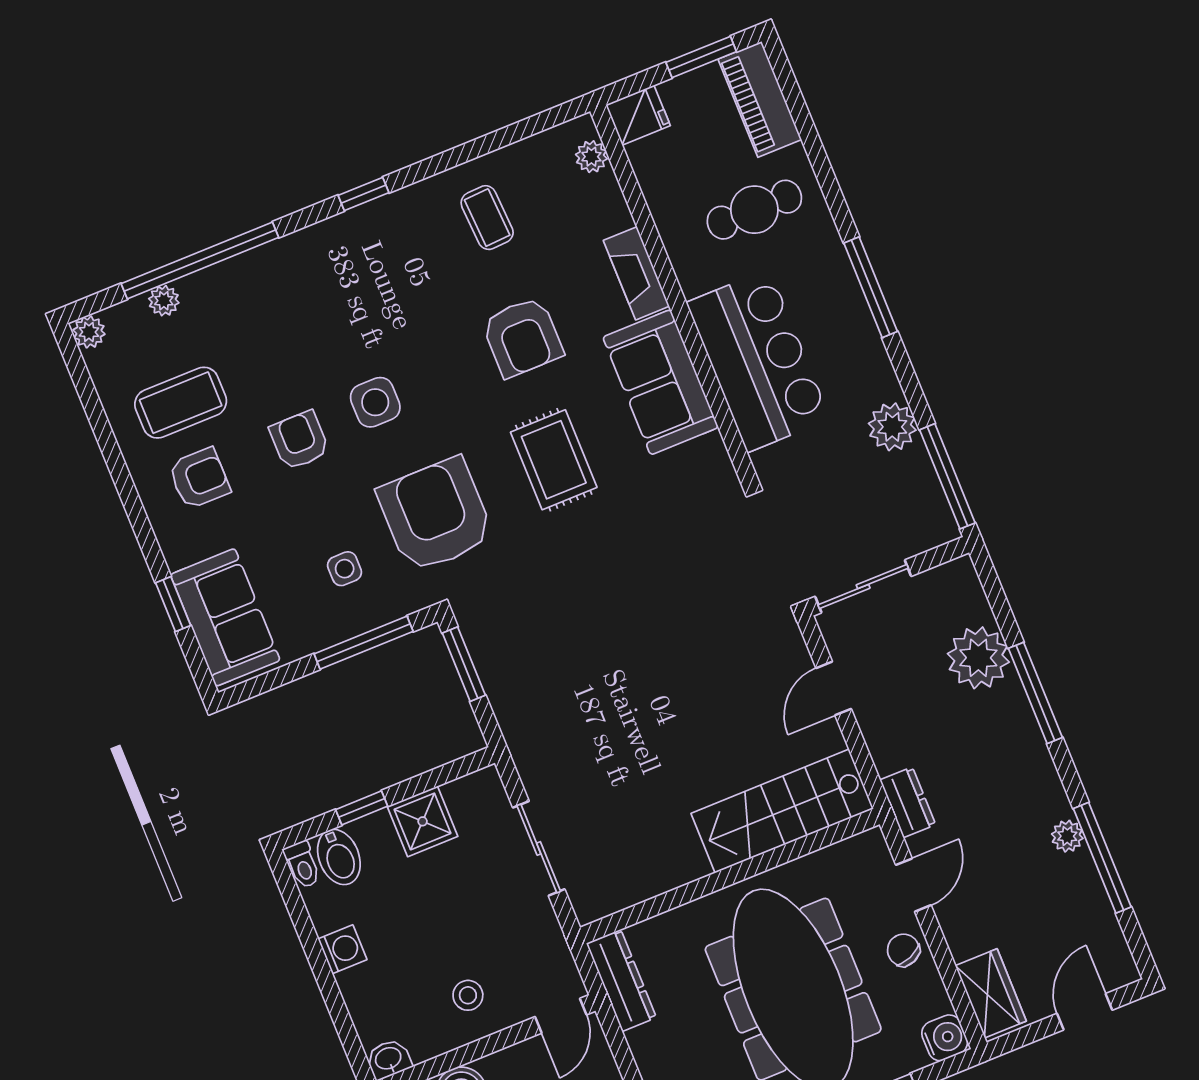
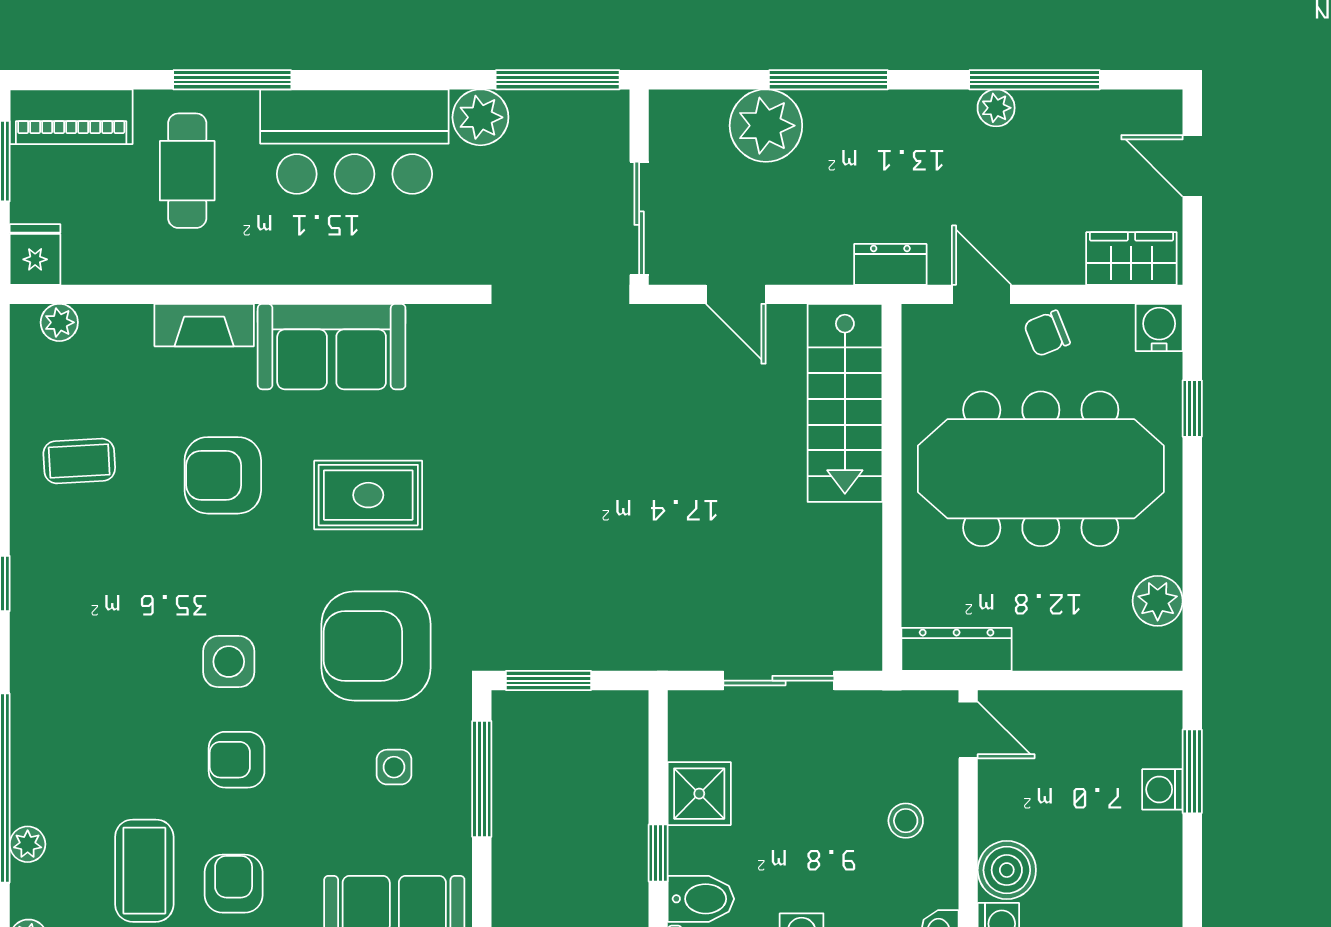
window: (871, 287) -> (232, 80), moved
armchair: (522, 337) -> (223, 475), turned 180
bar counter: (758, 361) -> (354, 142), moved, turned 180

